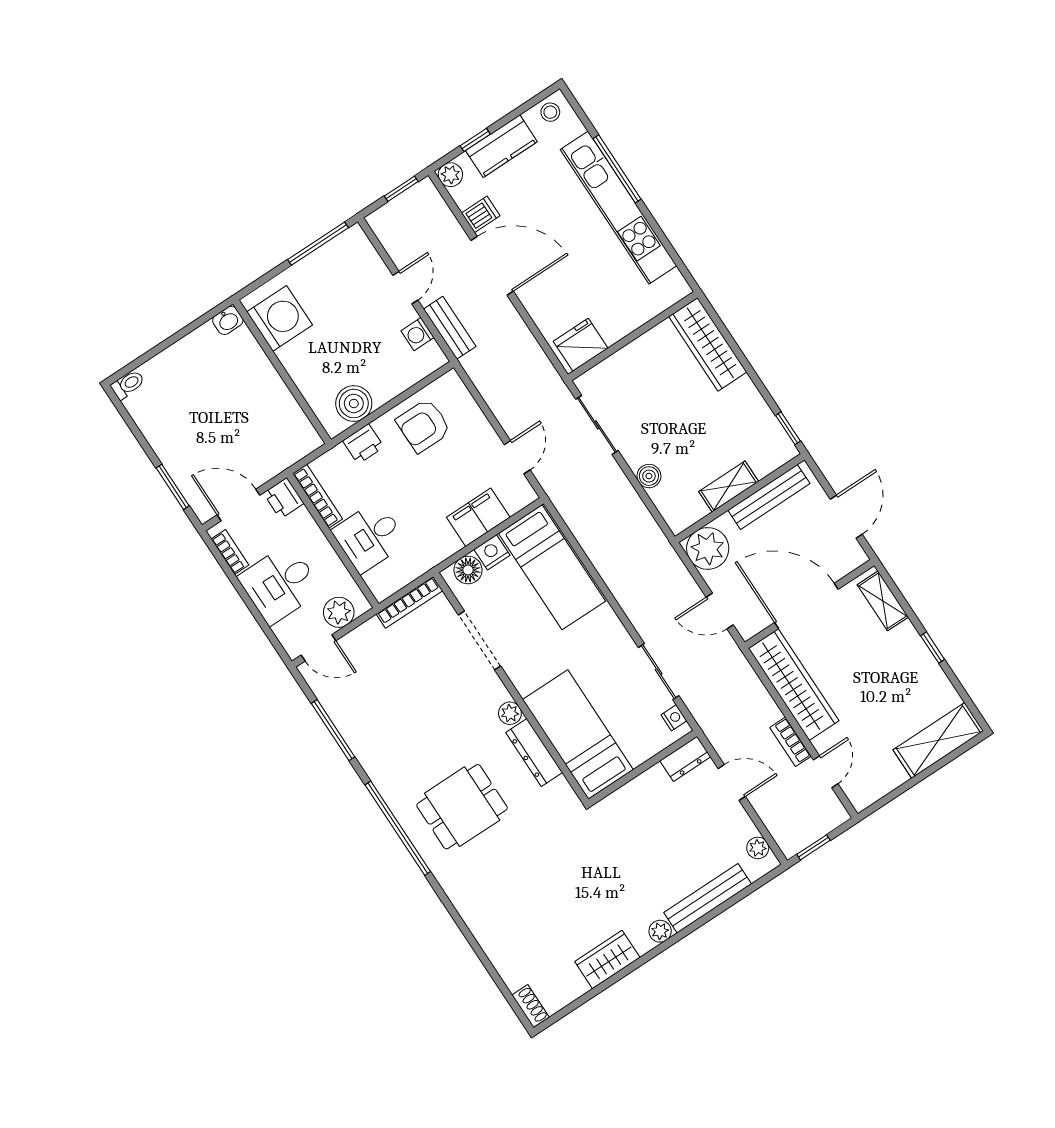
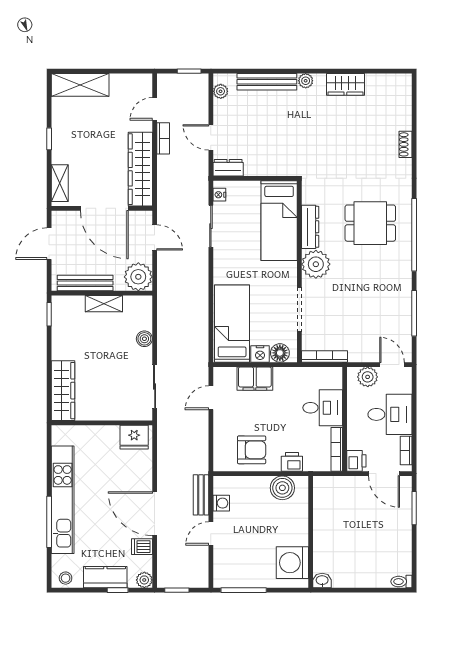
plant: (510, 713) -> (316, 264), width x1.88, depth x1.88
shoe rack: (531, 1006) -> (405, 144), moved

